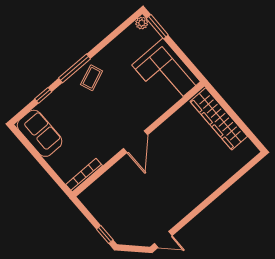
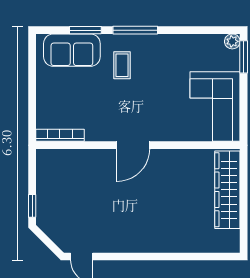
coffee table: (92, 78) -> (122, 65), moved, turned -68
window: (43, 95) -> (85, 30), width x1.50
sofa: (40, 133) -> (72, 50), moved, turned 90

